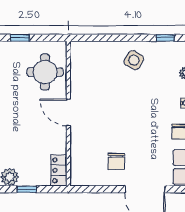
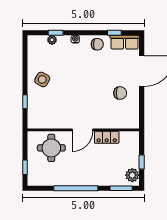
window: (165, 38) -> (25, 102), moved
locker: (59, 170) -> (107, 137), moved

